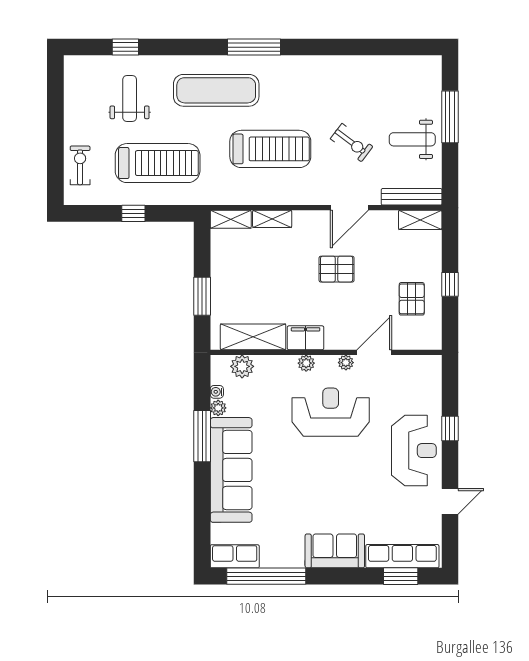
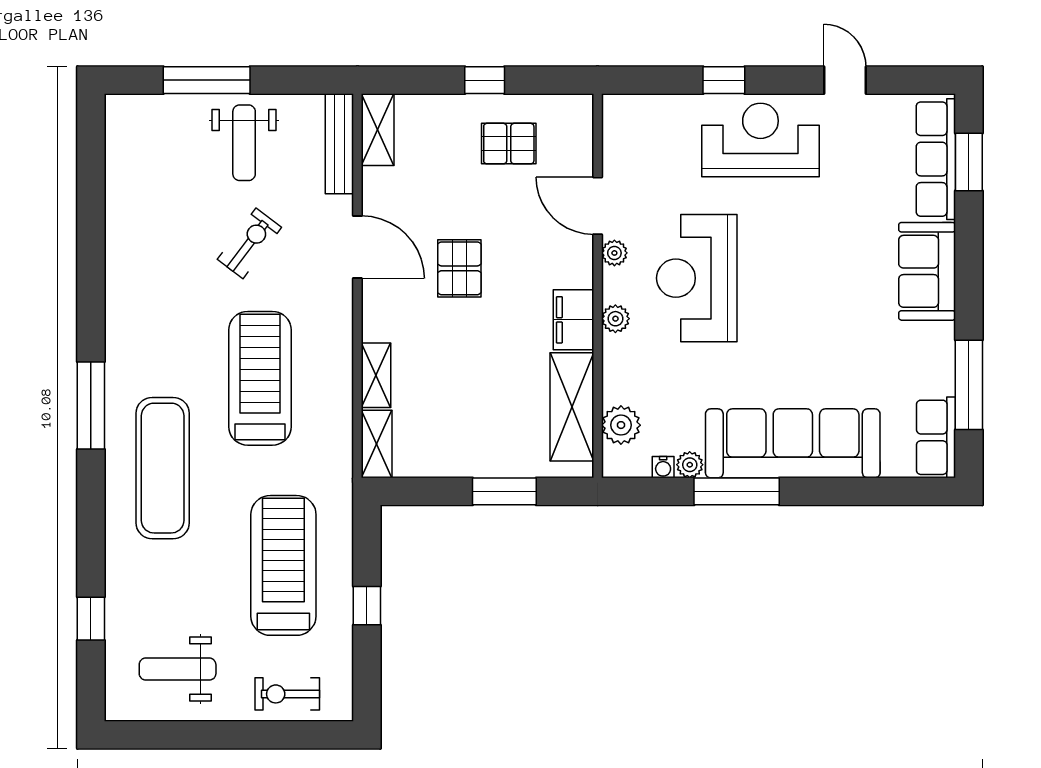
weight bench: (130, 99) -> (178, 669), moved
window: (266, 576) -> (969, 385), width x0.68

